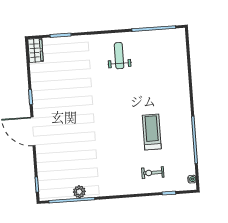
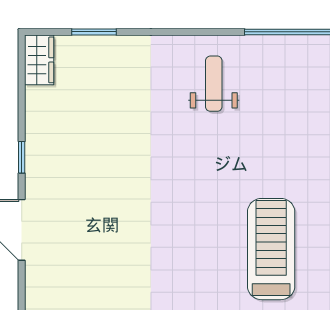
treadmill: (152, 132) -> (271, 249), width x1.37, depth x1.38

